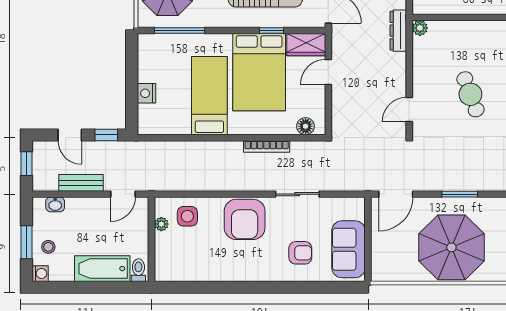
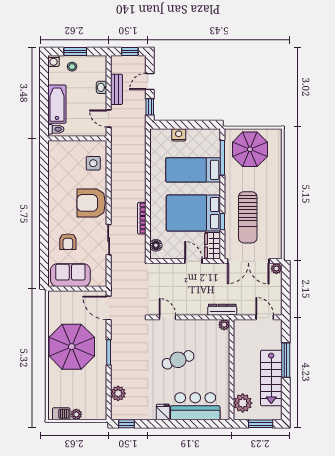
bed: (209, 96) -> (193, 170), moved, turned 180
washbasin: (55, 204) -> (102, 87), moved
plant: (161, 224) -> (88, 145), removed

